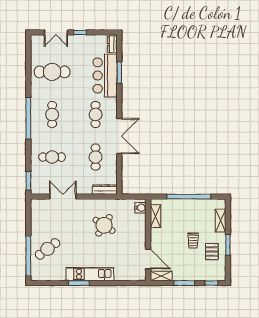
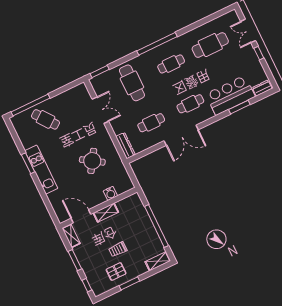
cafe table: (52, 72) -> (210, 45), turned 90
cafe table: (52, 157) -> (132, 83), width x1.37, depth x1.35
water cooler: (140, 208) -> (110, 193), moved
shelving: (155, 216) -> (106, 213), moved
shelving: (220, 221) -> (158, 261), moved
door: (148, 259) -> (81, 216), swing flipped

